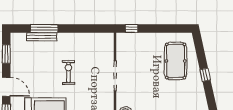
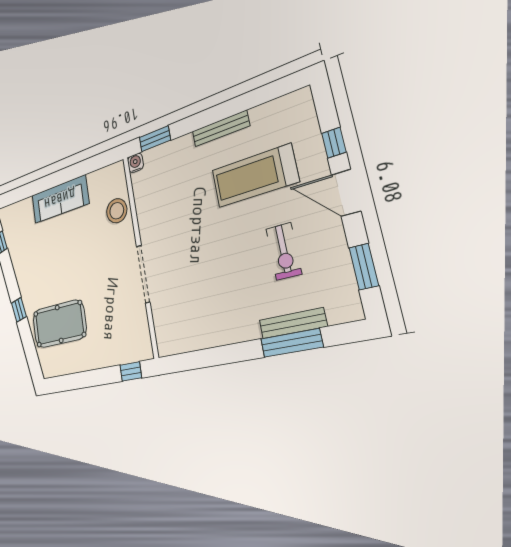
pool table: (176, 61) -> (59, 324), turned 90
exercise bike: (68, 72) -> (284, 251), moved

